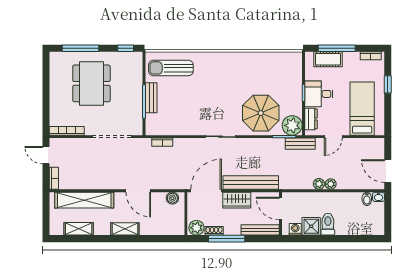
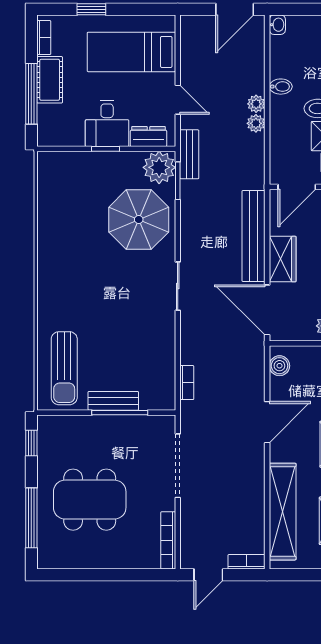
cot: (328, 59) -> (50, 80), moved
bidet: (367, 199) -> (281, 87), moved

